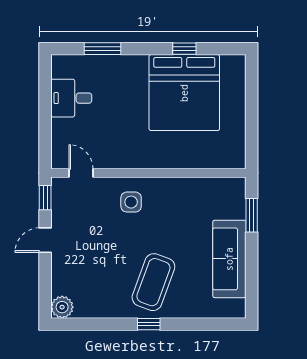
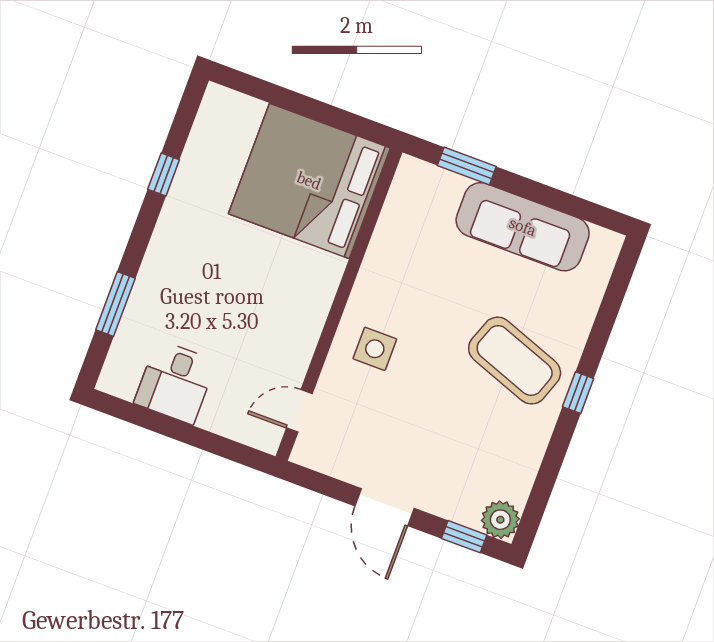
bed: (184, 93) -> (309, 181), moved, turned 180
window: (45, 198) -> (464, 537), moved
door: (45, 240) -> (384, 507), width x1.38

